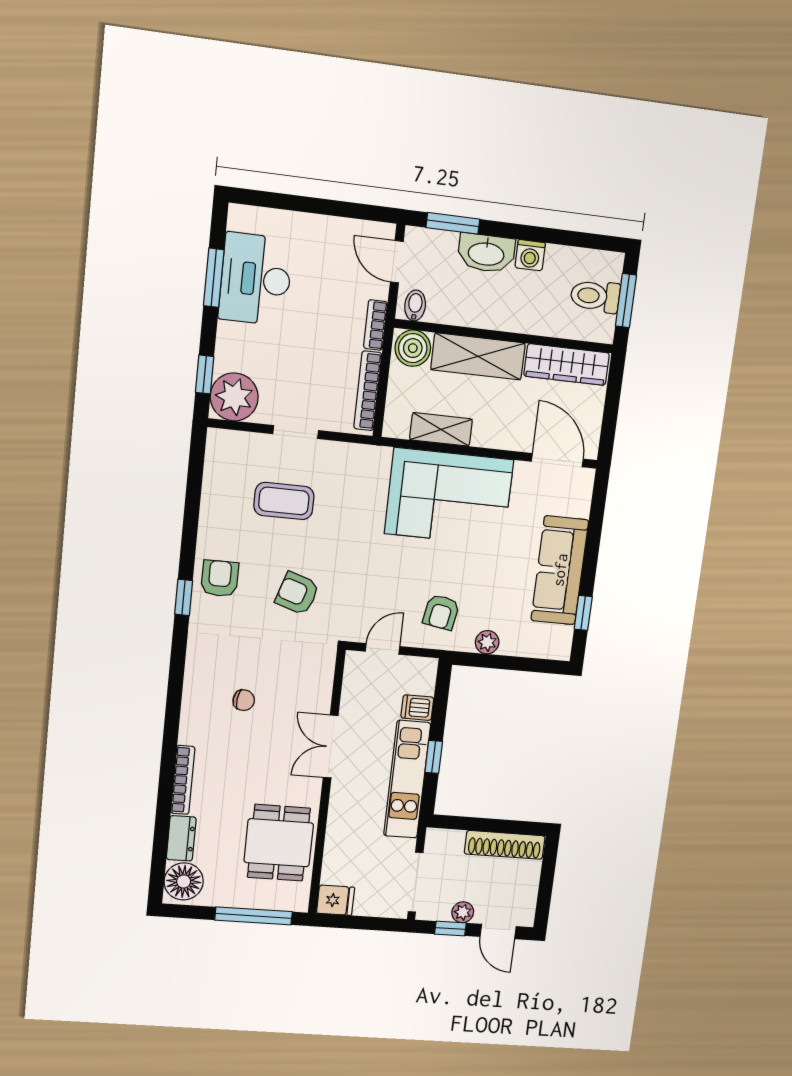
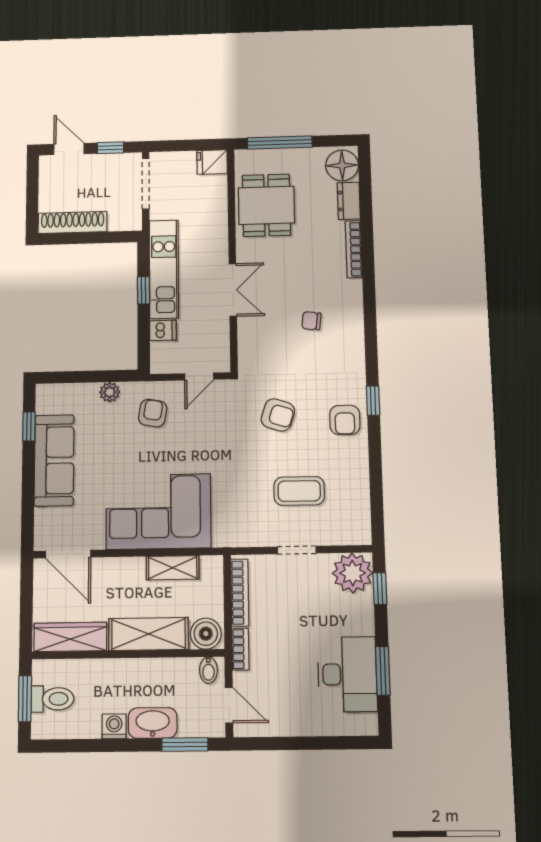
plant: (463, 912) -> (102, 162), removed

